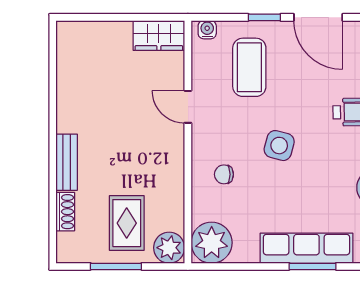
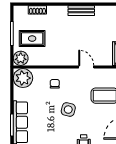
door: (188, 107) -> (86, 67), hinge flipped
bench: (67, 162) -> (81, 11), moved

